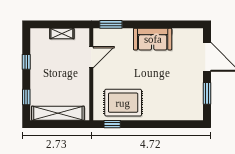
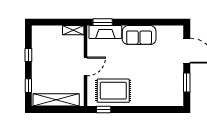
shelving: (62, 34) -> (73, 30), moved
fireplace: (114, 36) -> (105, 32), added
door: (91, 57) -> (85, 66), moved

